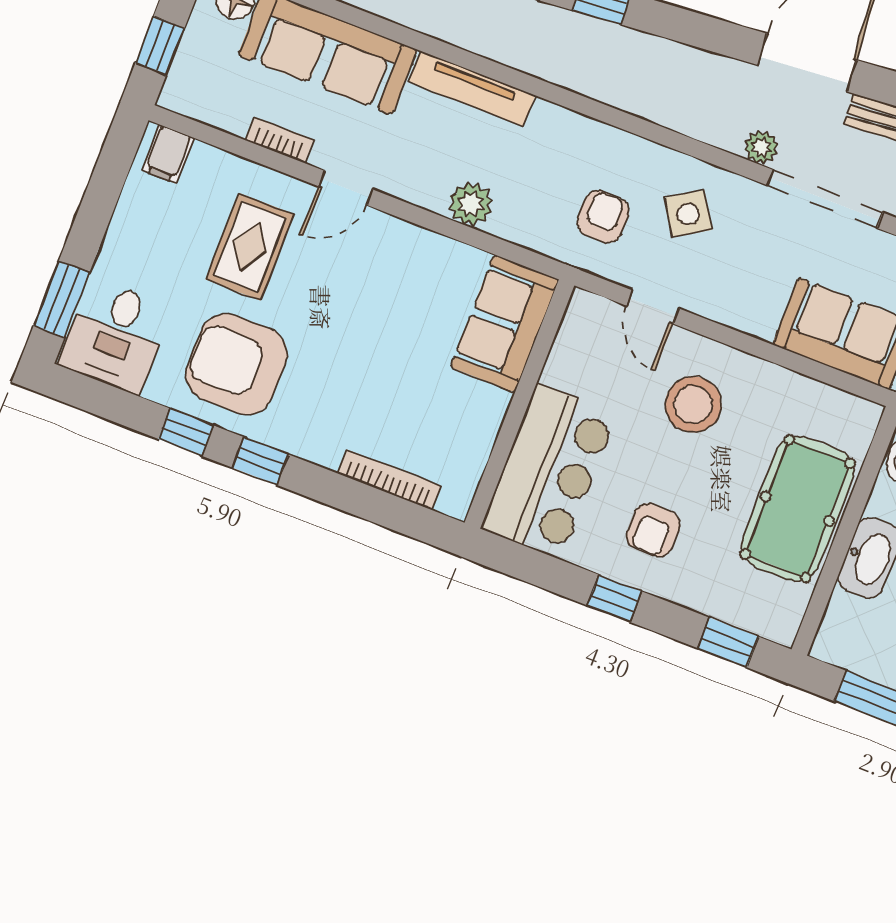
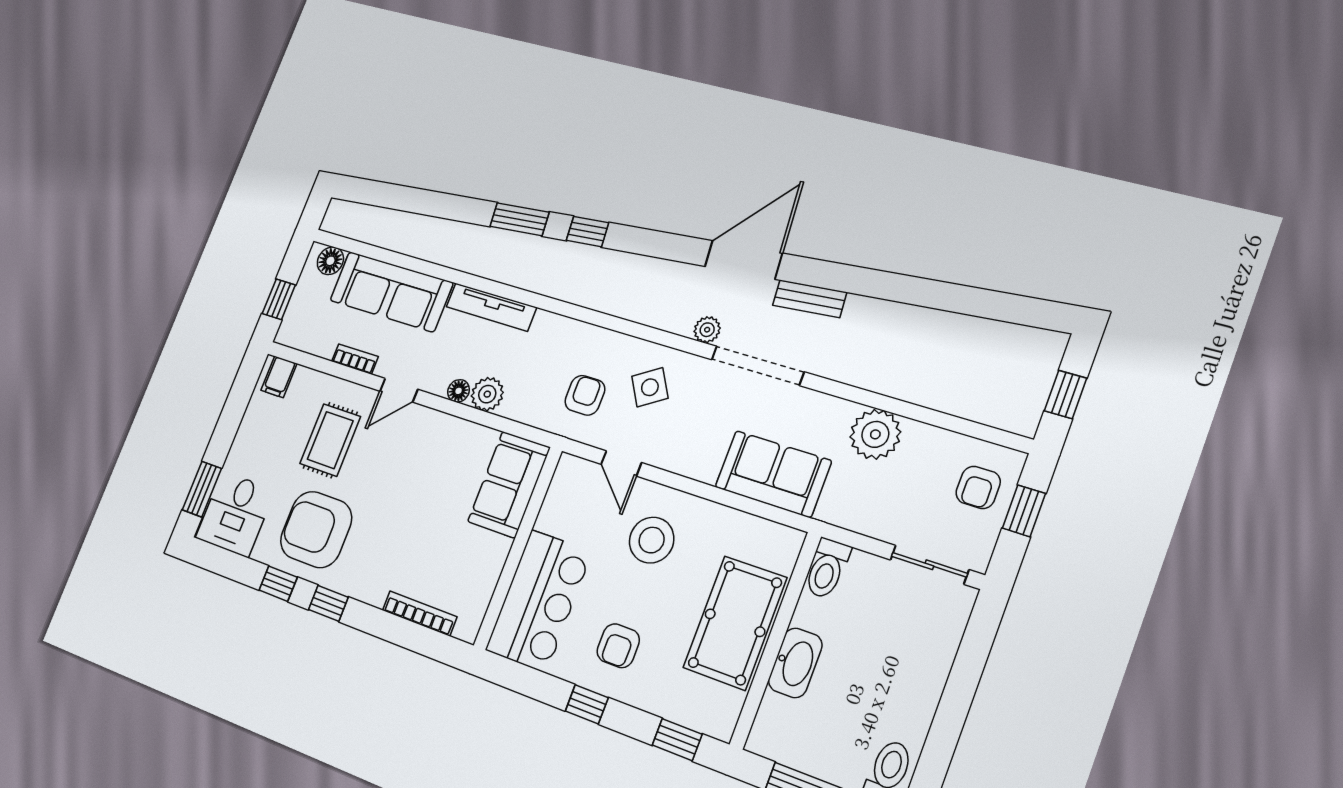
floor lamp: (430, 196) -> (459, 391), added

